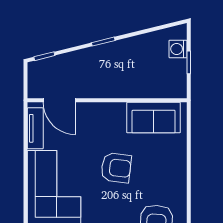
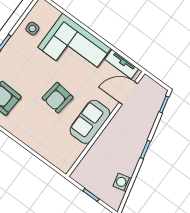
washing machine: (178, 49) -> (122, 182), moved, turned -104
sofa: (154, 118) -> (90, 122), moved

